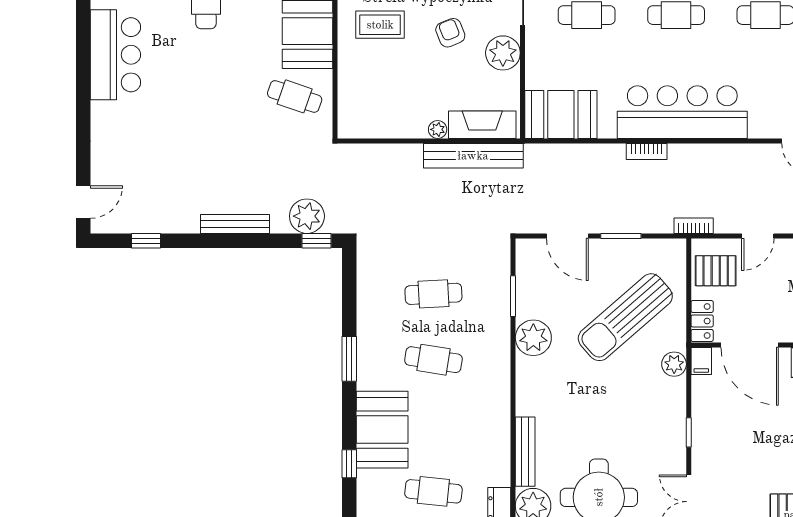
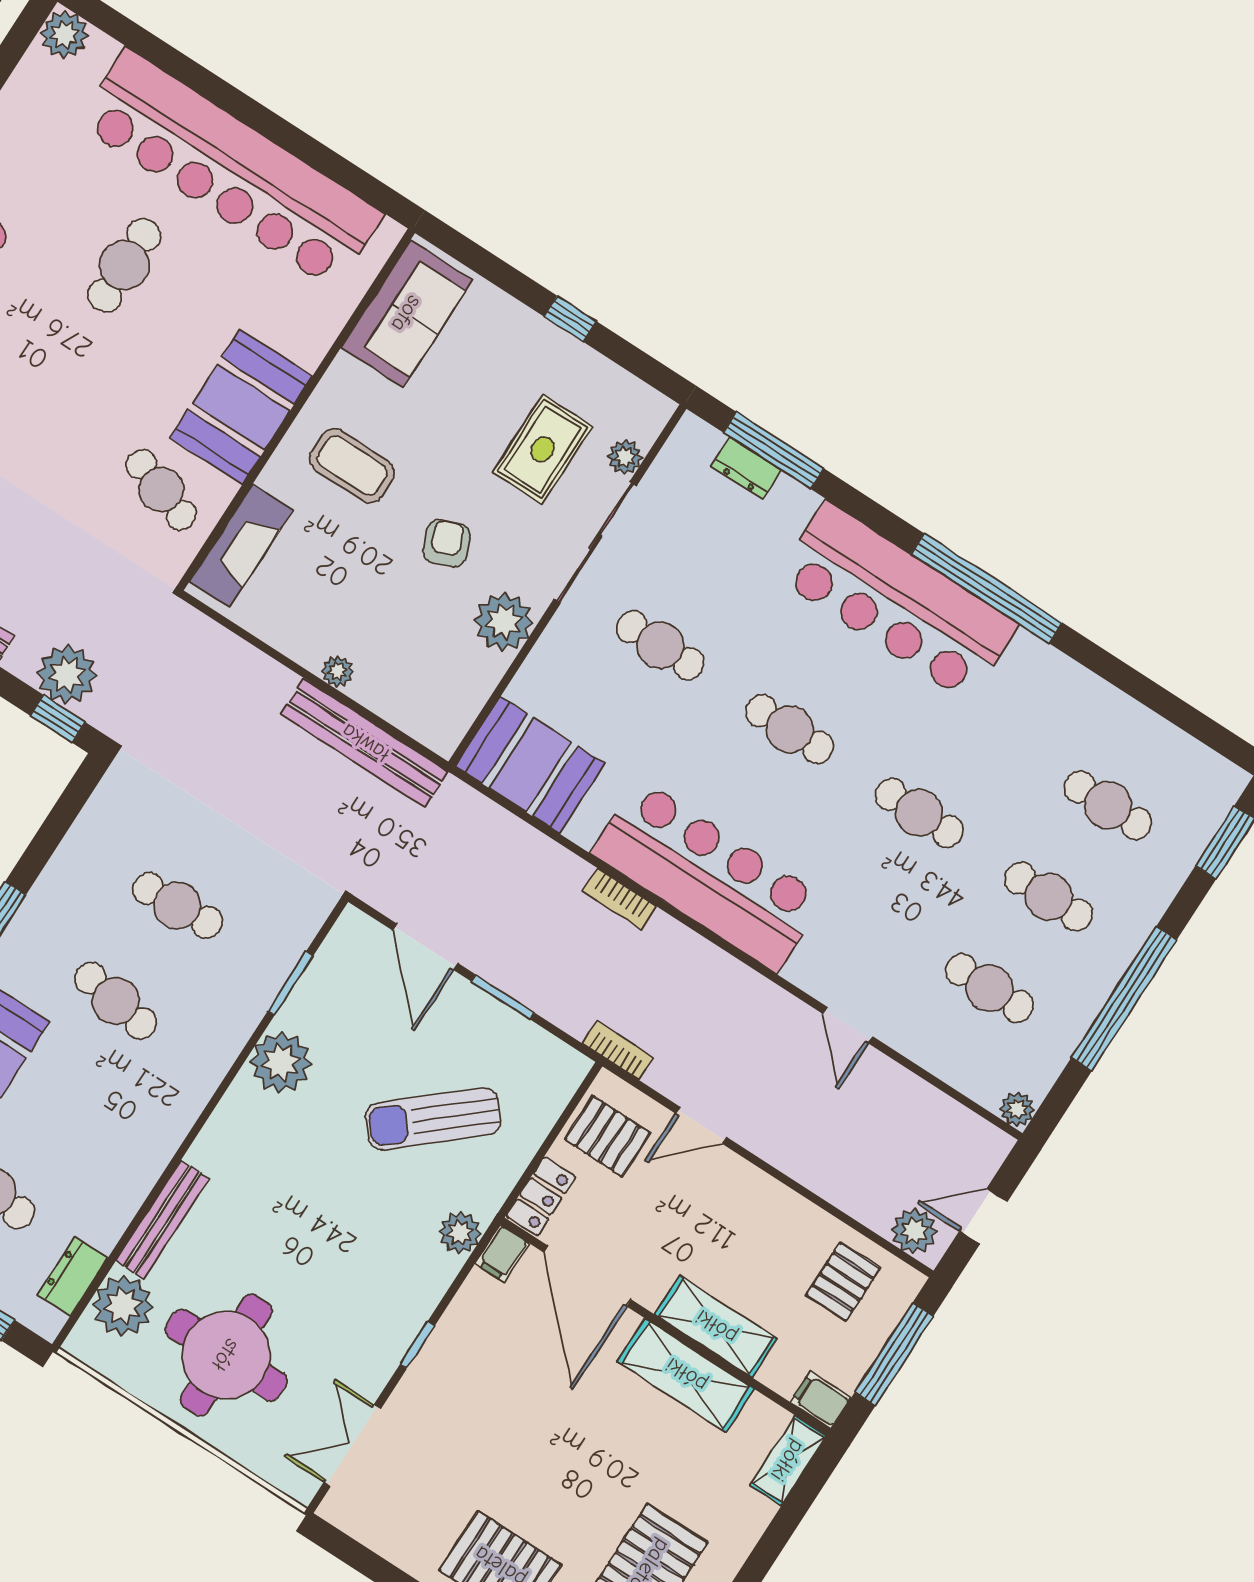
fireplace: (482, 125) -> (241, 546), moved, turned 90
sun lounger: (625, 317) -> (433, 1119), width x0.73, depth x0.75

